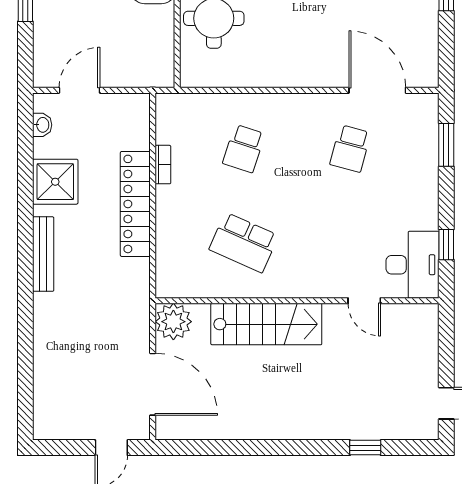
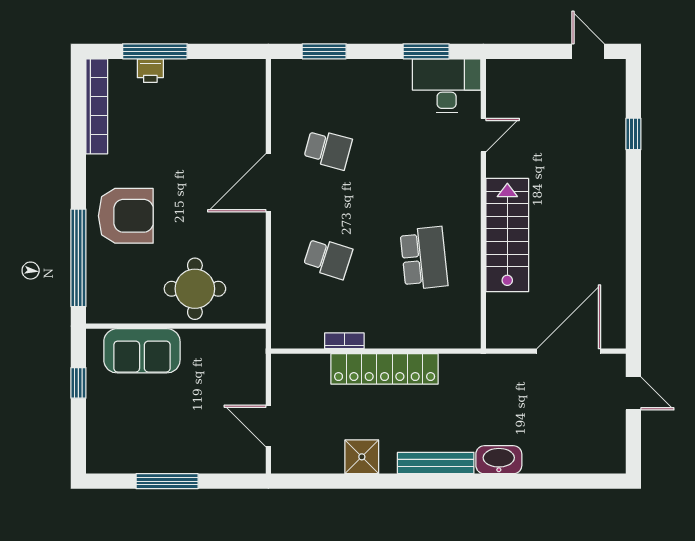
door: (377, 90) -> (268, 183), moved
washbasin: (42, 125) -> (499, 460), moved, width x1.91, depth x1.45
shower: (55, 182) -> (362, 457), width x0.73, depth x0.73
school desk: (244, 243) -> (424, 258), turned -30
window: (446, 245) -> (426, 51), width x1.50
plant: (173, 322) -> (505, 330), removed

